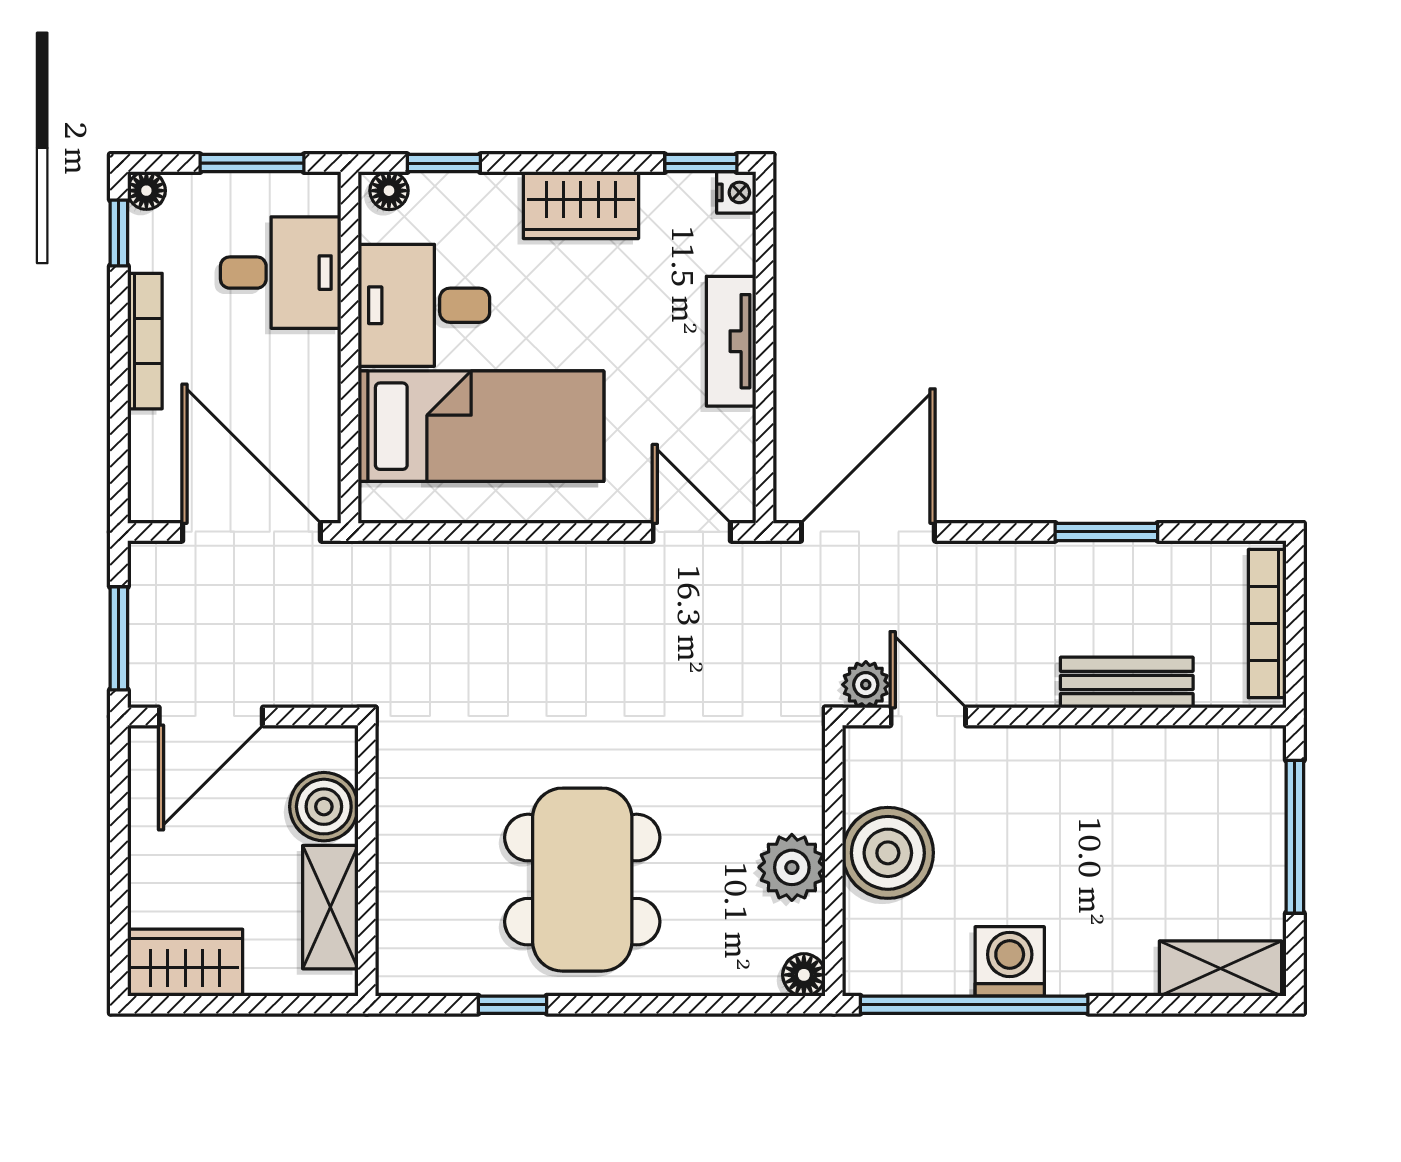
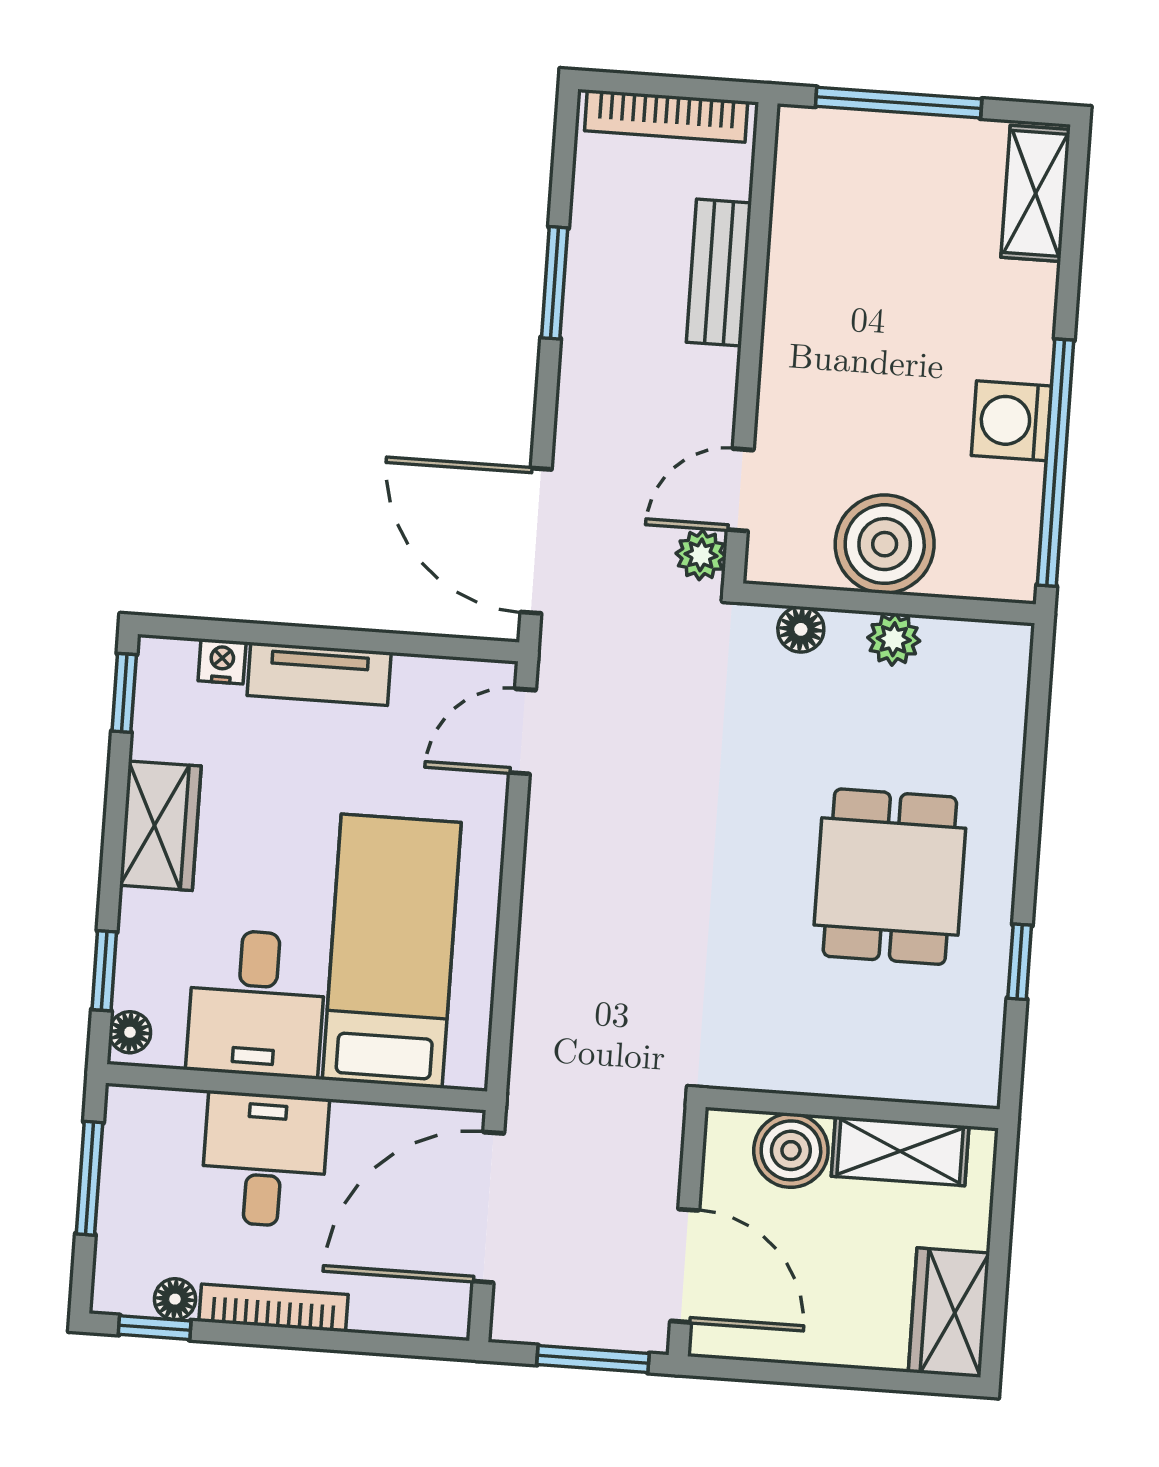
floor lamp: (146, 191) -> (175, 1299), moved
nightstand: (736, 192) -> (222, 661), moved
desk: (281, 273) -> (265, 1160), moved
plant: (792, 867) -> (894, 639), width x0.73, depth x0.73
dining table: (582, 880) -> (890, 877), width x0.73
floor lamp: (804, 975) -> (801, 629), moved

